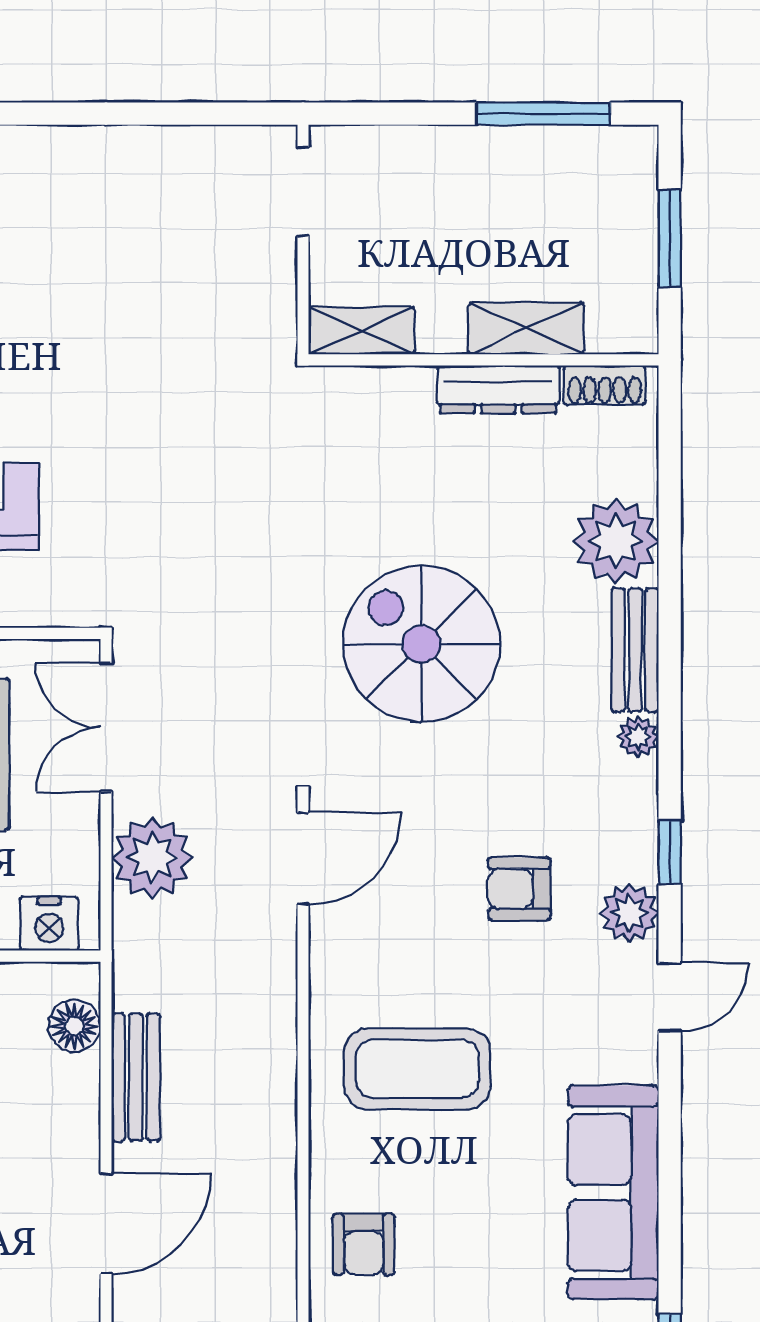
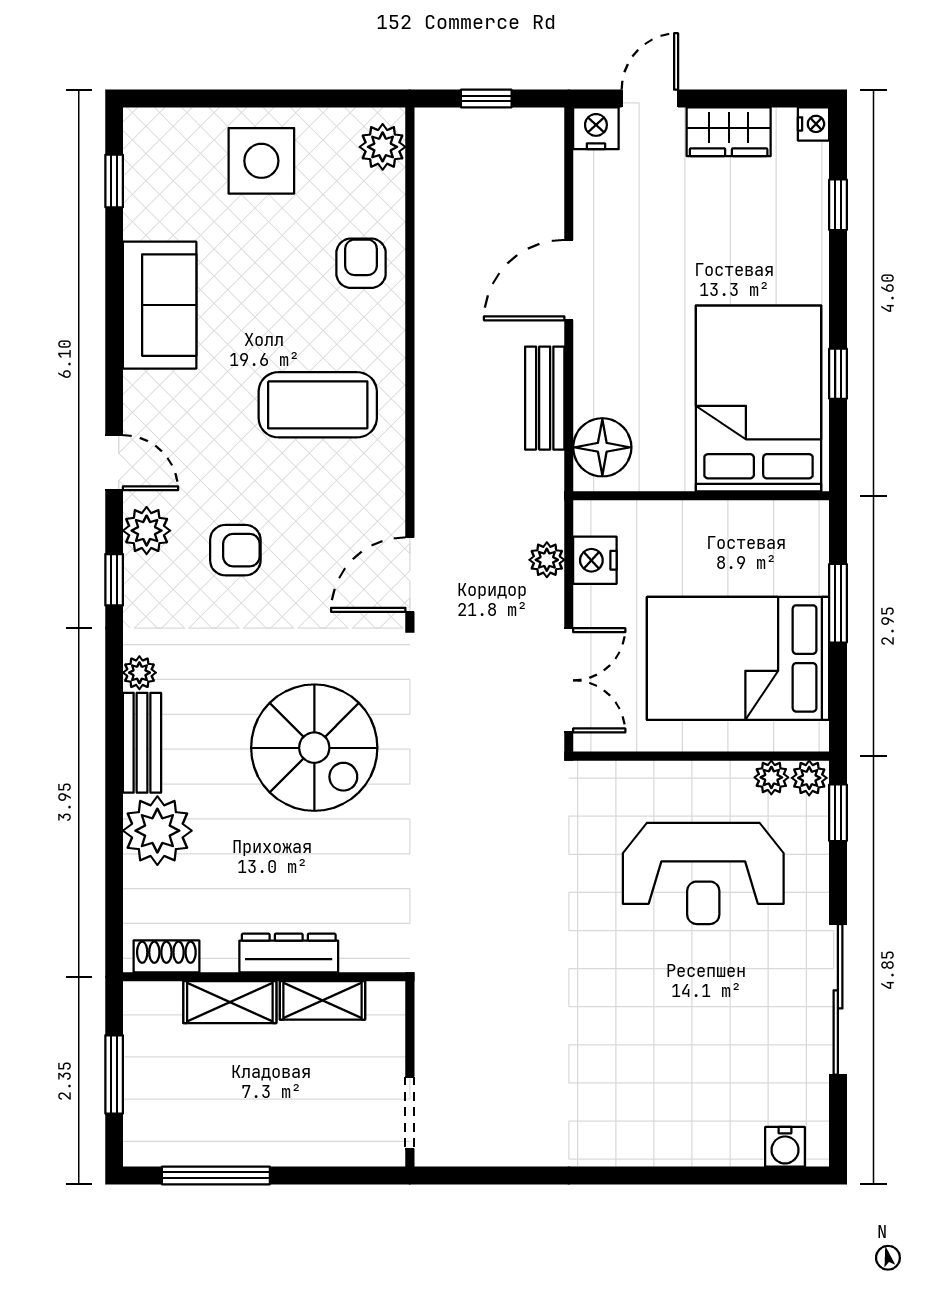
shelving: (361, 331) -> (322, 1000), moved
dresser: (498, 389) -> (289, 953), moved
plant: (152, 858) -> (547, 560), width x0.53, depth x0.53
nightstand: (49, 924) -> (595, 560), moved, turned -90
door: (670, 997) -> (114, 463), swing flipped
floor lamp: (74, 1026) -> (602, 447), width x1.38, depth x1.38
sofa: (613, 1192) -> (160, 305), width x0.73

